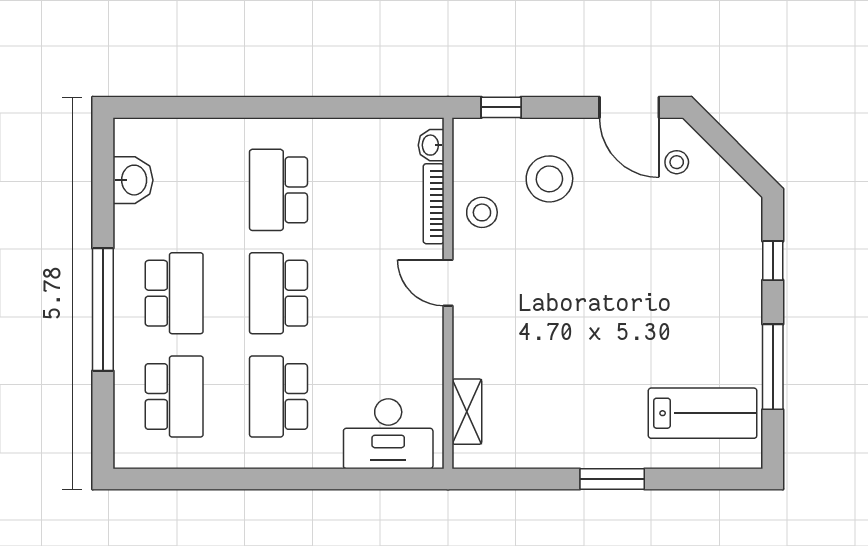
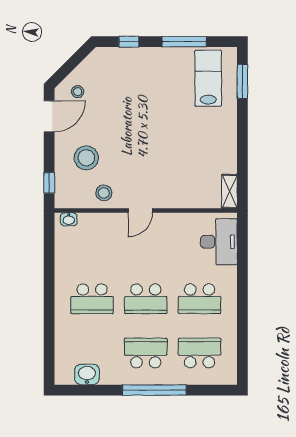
bookcase: (434, 204) -> (99, 218), removed
shelving: (467, 412) -> (229, 191), moved, turned 90
window: (612, 479) -> (242, 81), moved

